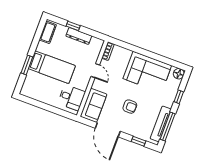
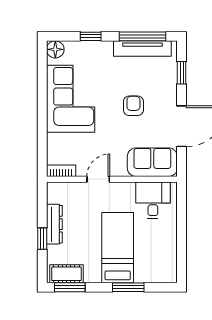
window: (39, 31) -> (70, 287), added

